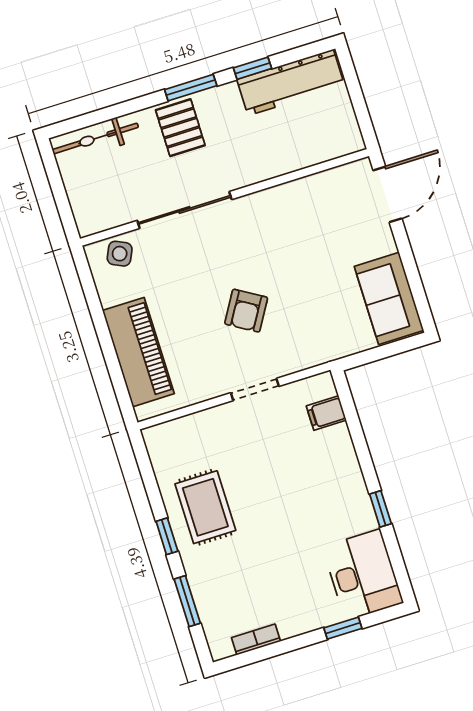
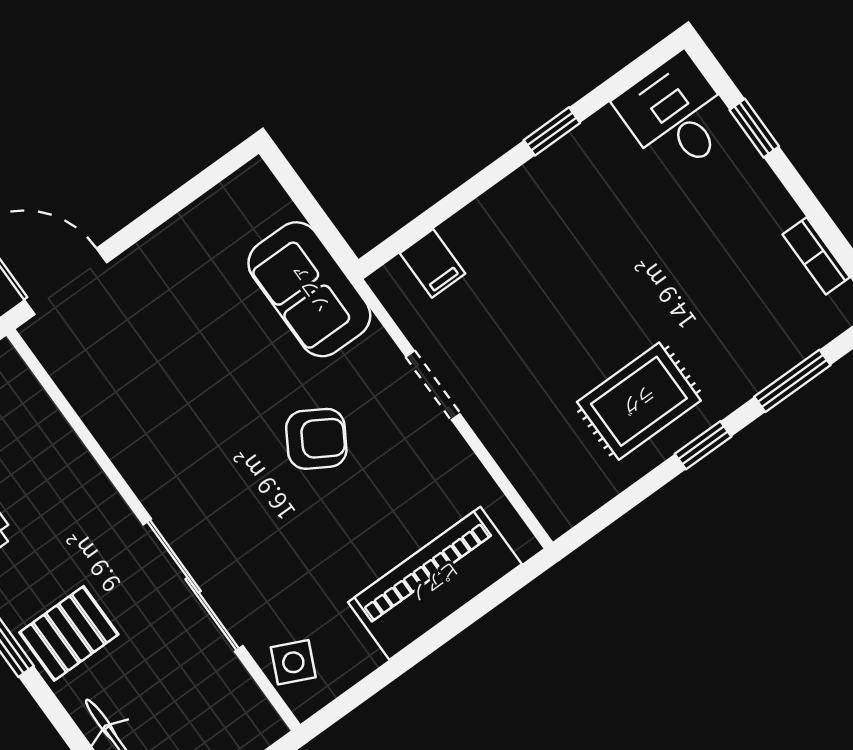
sofa: (389, 298) -> (309, 289), moved, turned 90
desk: (363, 575) -> (676, 115), width x0.73

